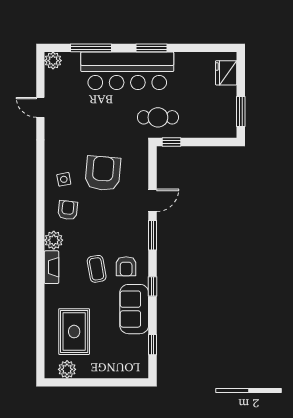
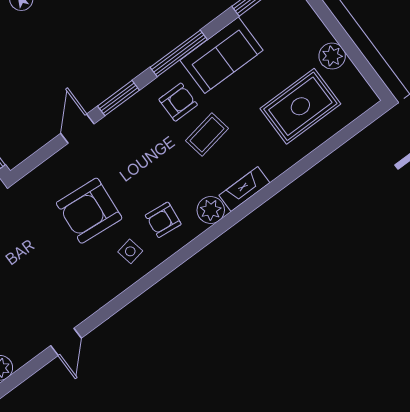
door: (153, 200) -> (77, 129), hinge flipped
window: (153, 286) -> (179, 53), width x2.17
plant: (67, 369) -> (332, 56), moved

